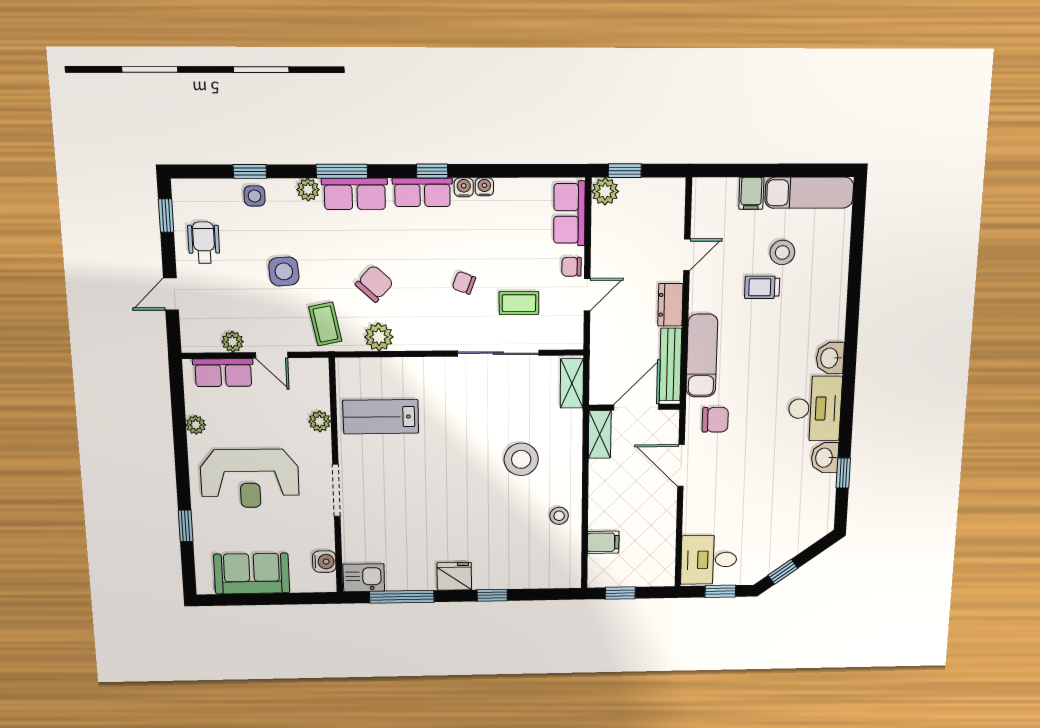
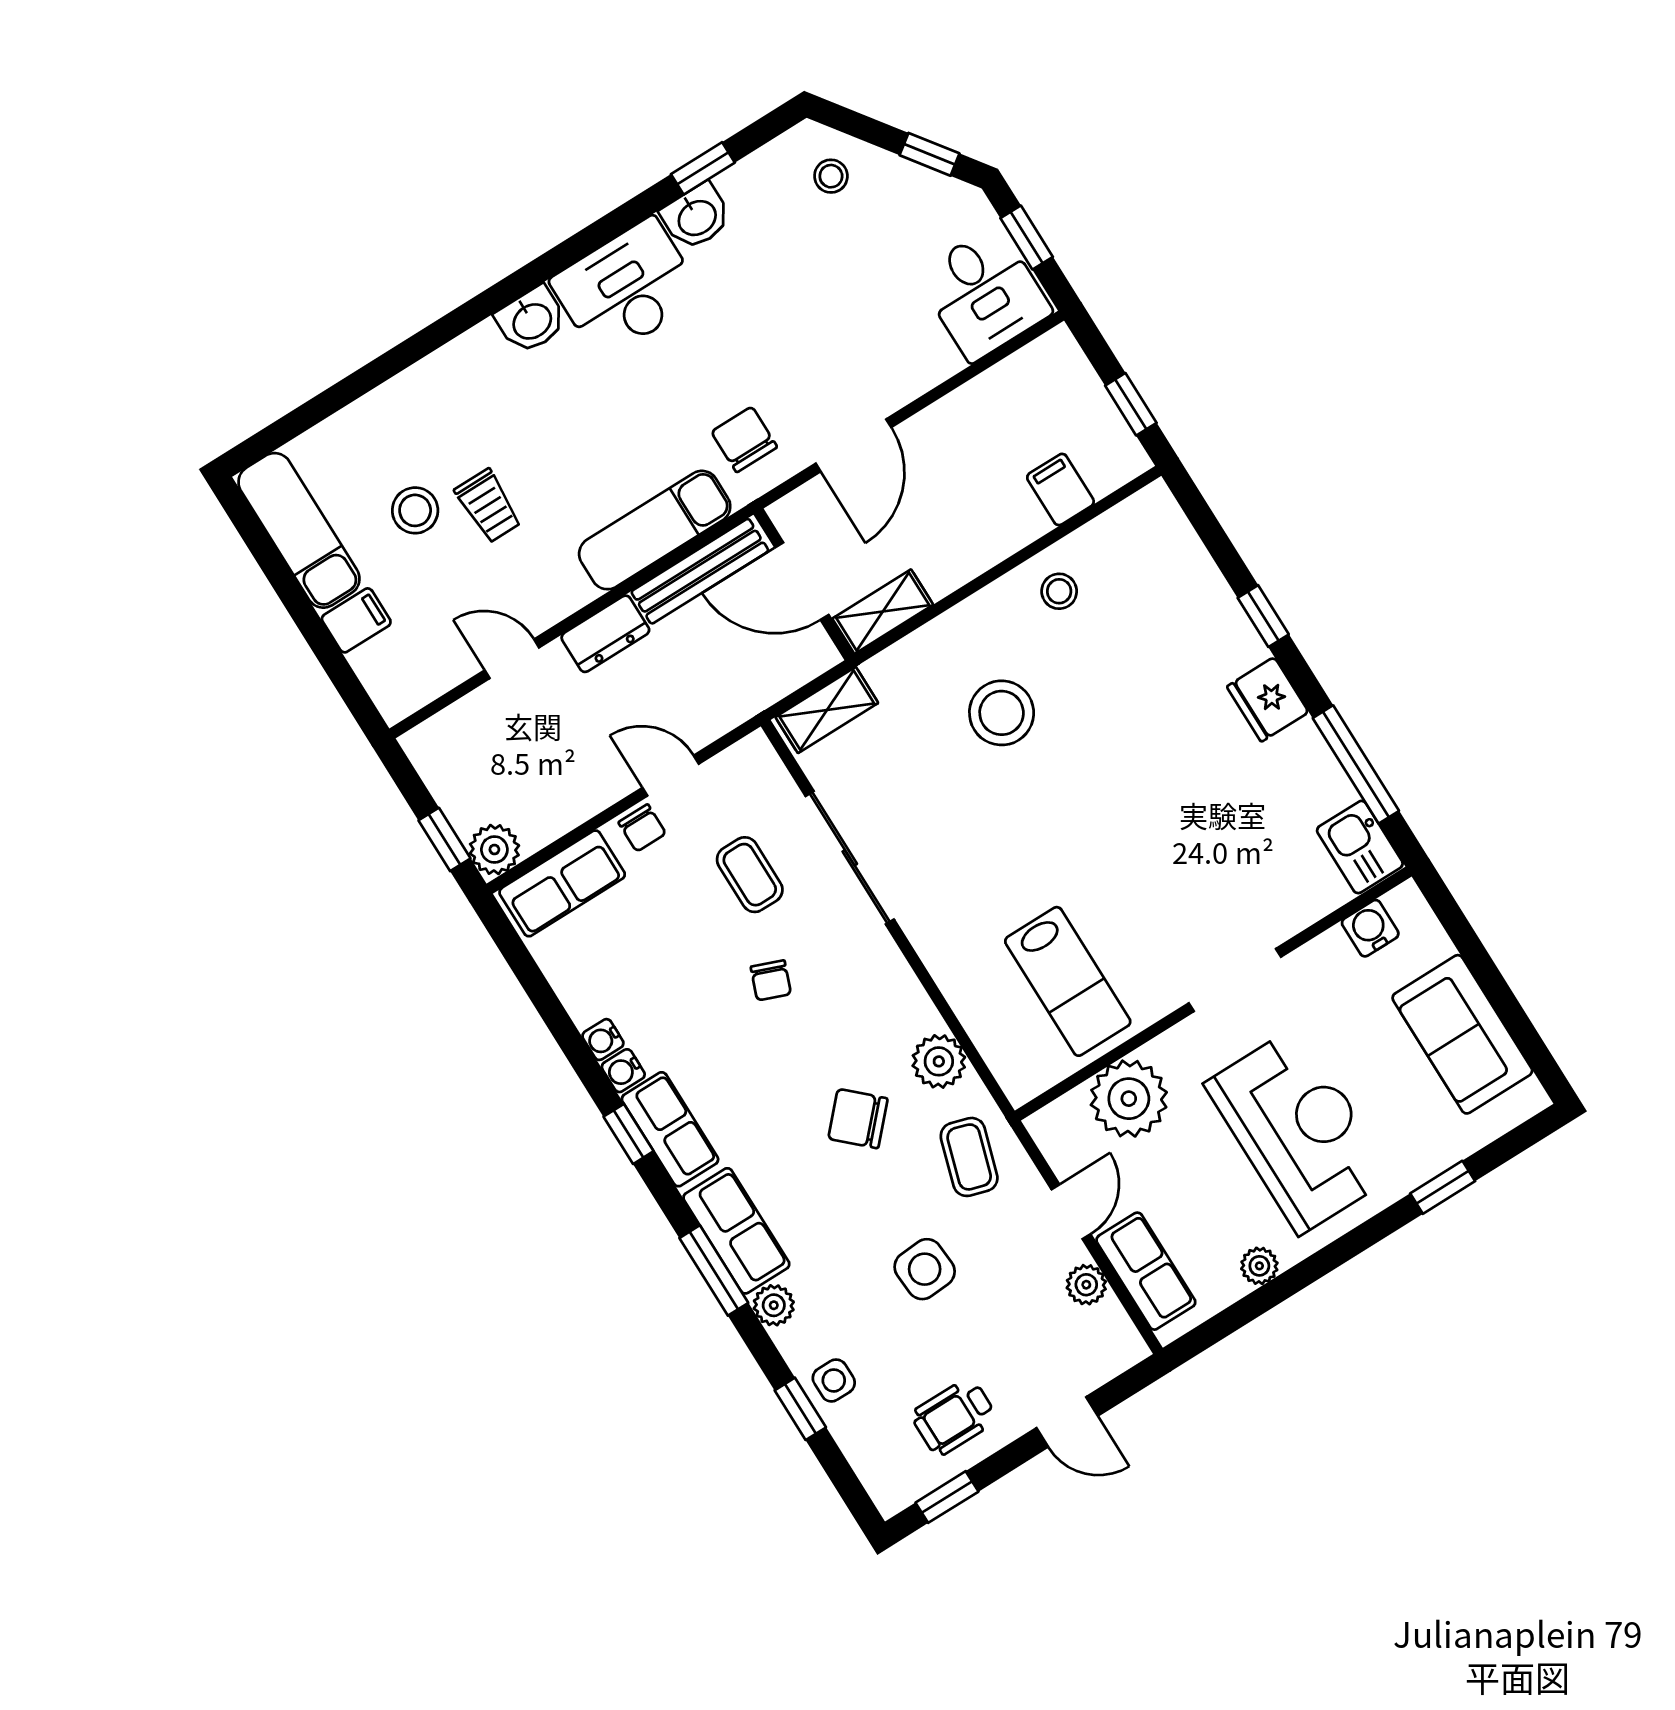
coffee table: (325, 324) -> (969, 1157), turned -62
plant: (320, 421) -> (1129, 1099), width x1.88, depth x1.88
stool: (802, 525) -> (831, 176), added

